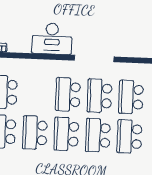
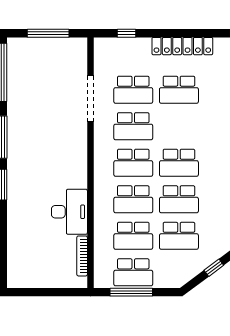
desk: (52, 39) -> (69, 212), moved
doorway: (94, 59) -> (90, 99), moved
school desk: (98, 135) -> (133, 199), moved

